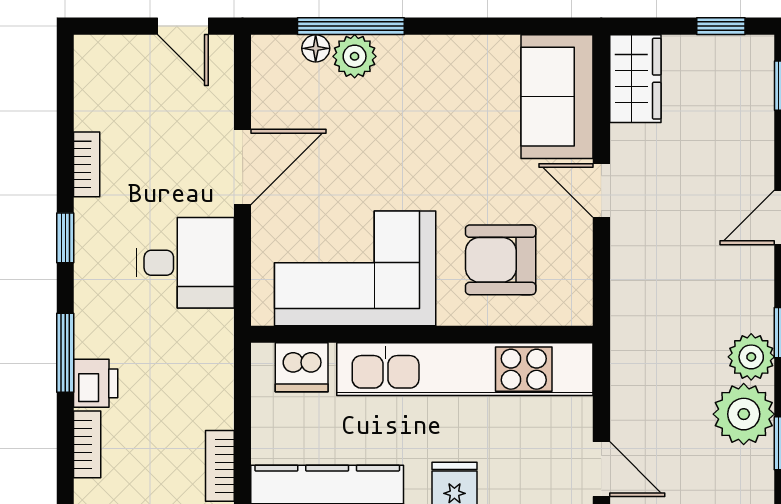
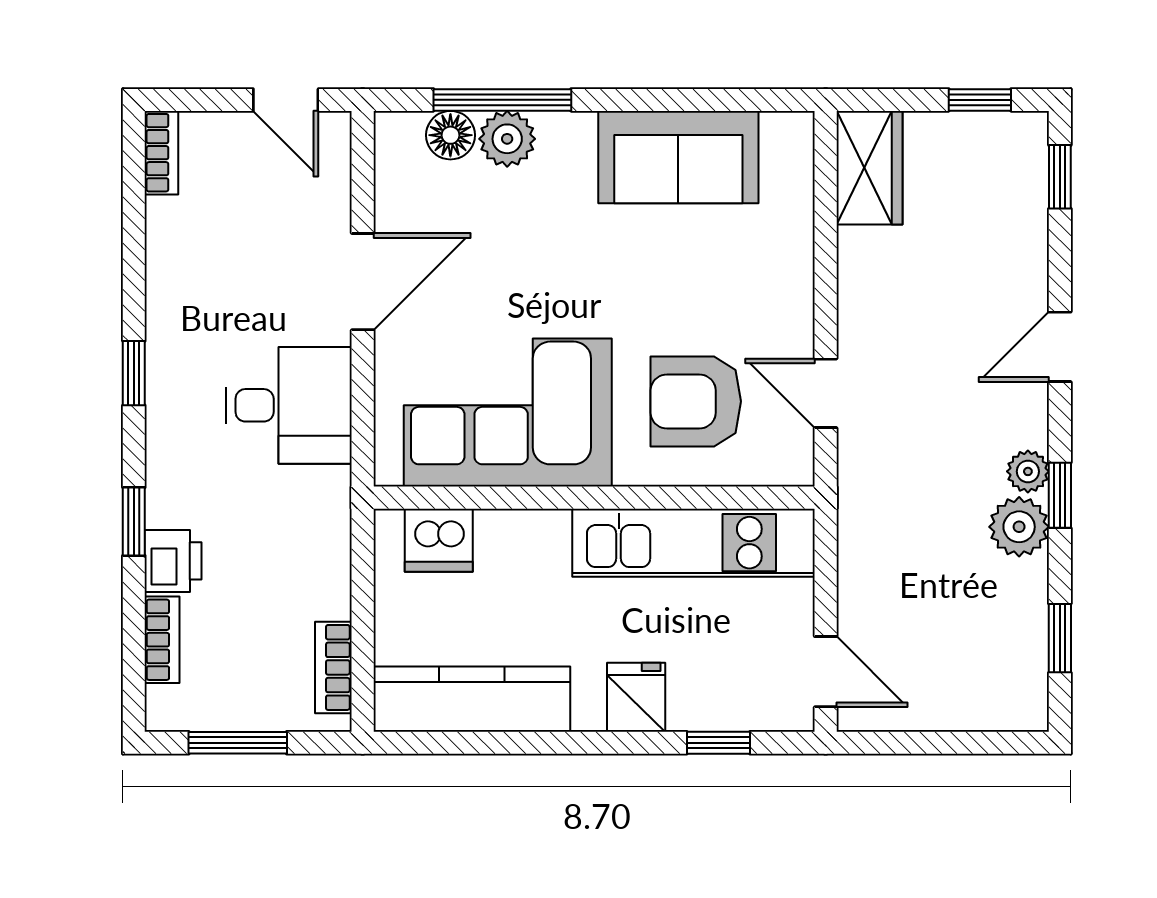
floor lamp: (316, 48) -> (450, 135), width x1.37, depth x1.37
sofa: (557, 97) -> (678, 157), moved, turned -90
bookcase: (87, 164) -> (161, 153), moved
door: (601, 190) -> (826, 393), moved
window: (65, 353) -> (134, 522), width x0.67
kitchen unit: (465, 369) -> (694, 543), width x0.73
plant: (744, 414) -> (1028, 471), moved, width x0.53, depth x0.53

